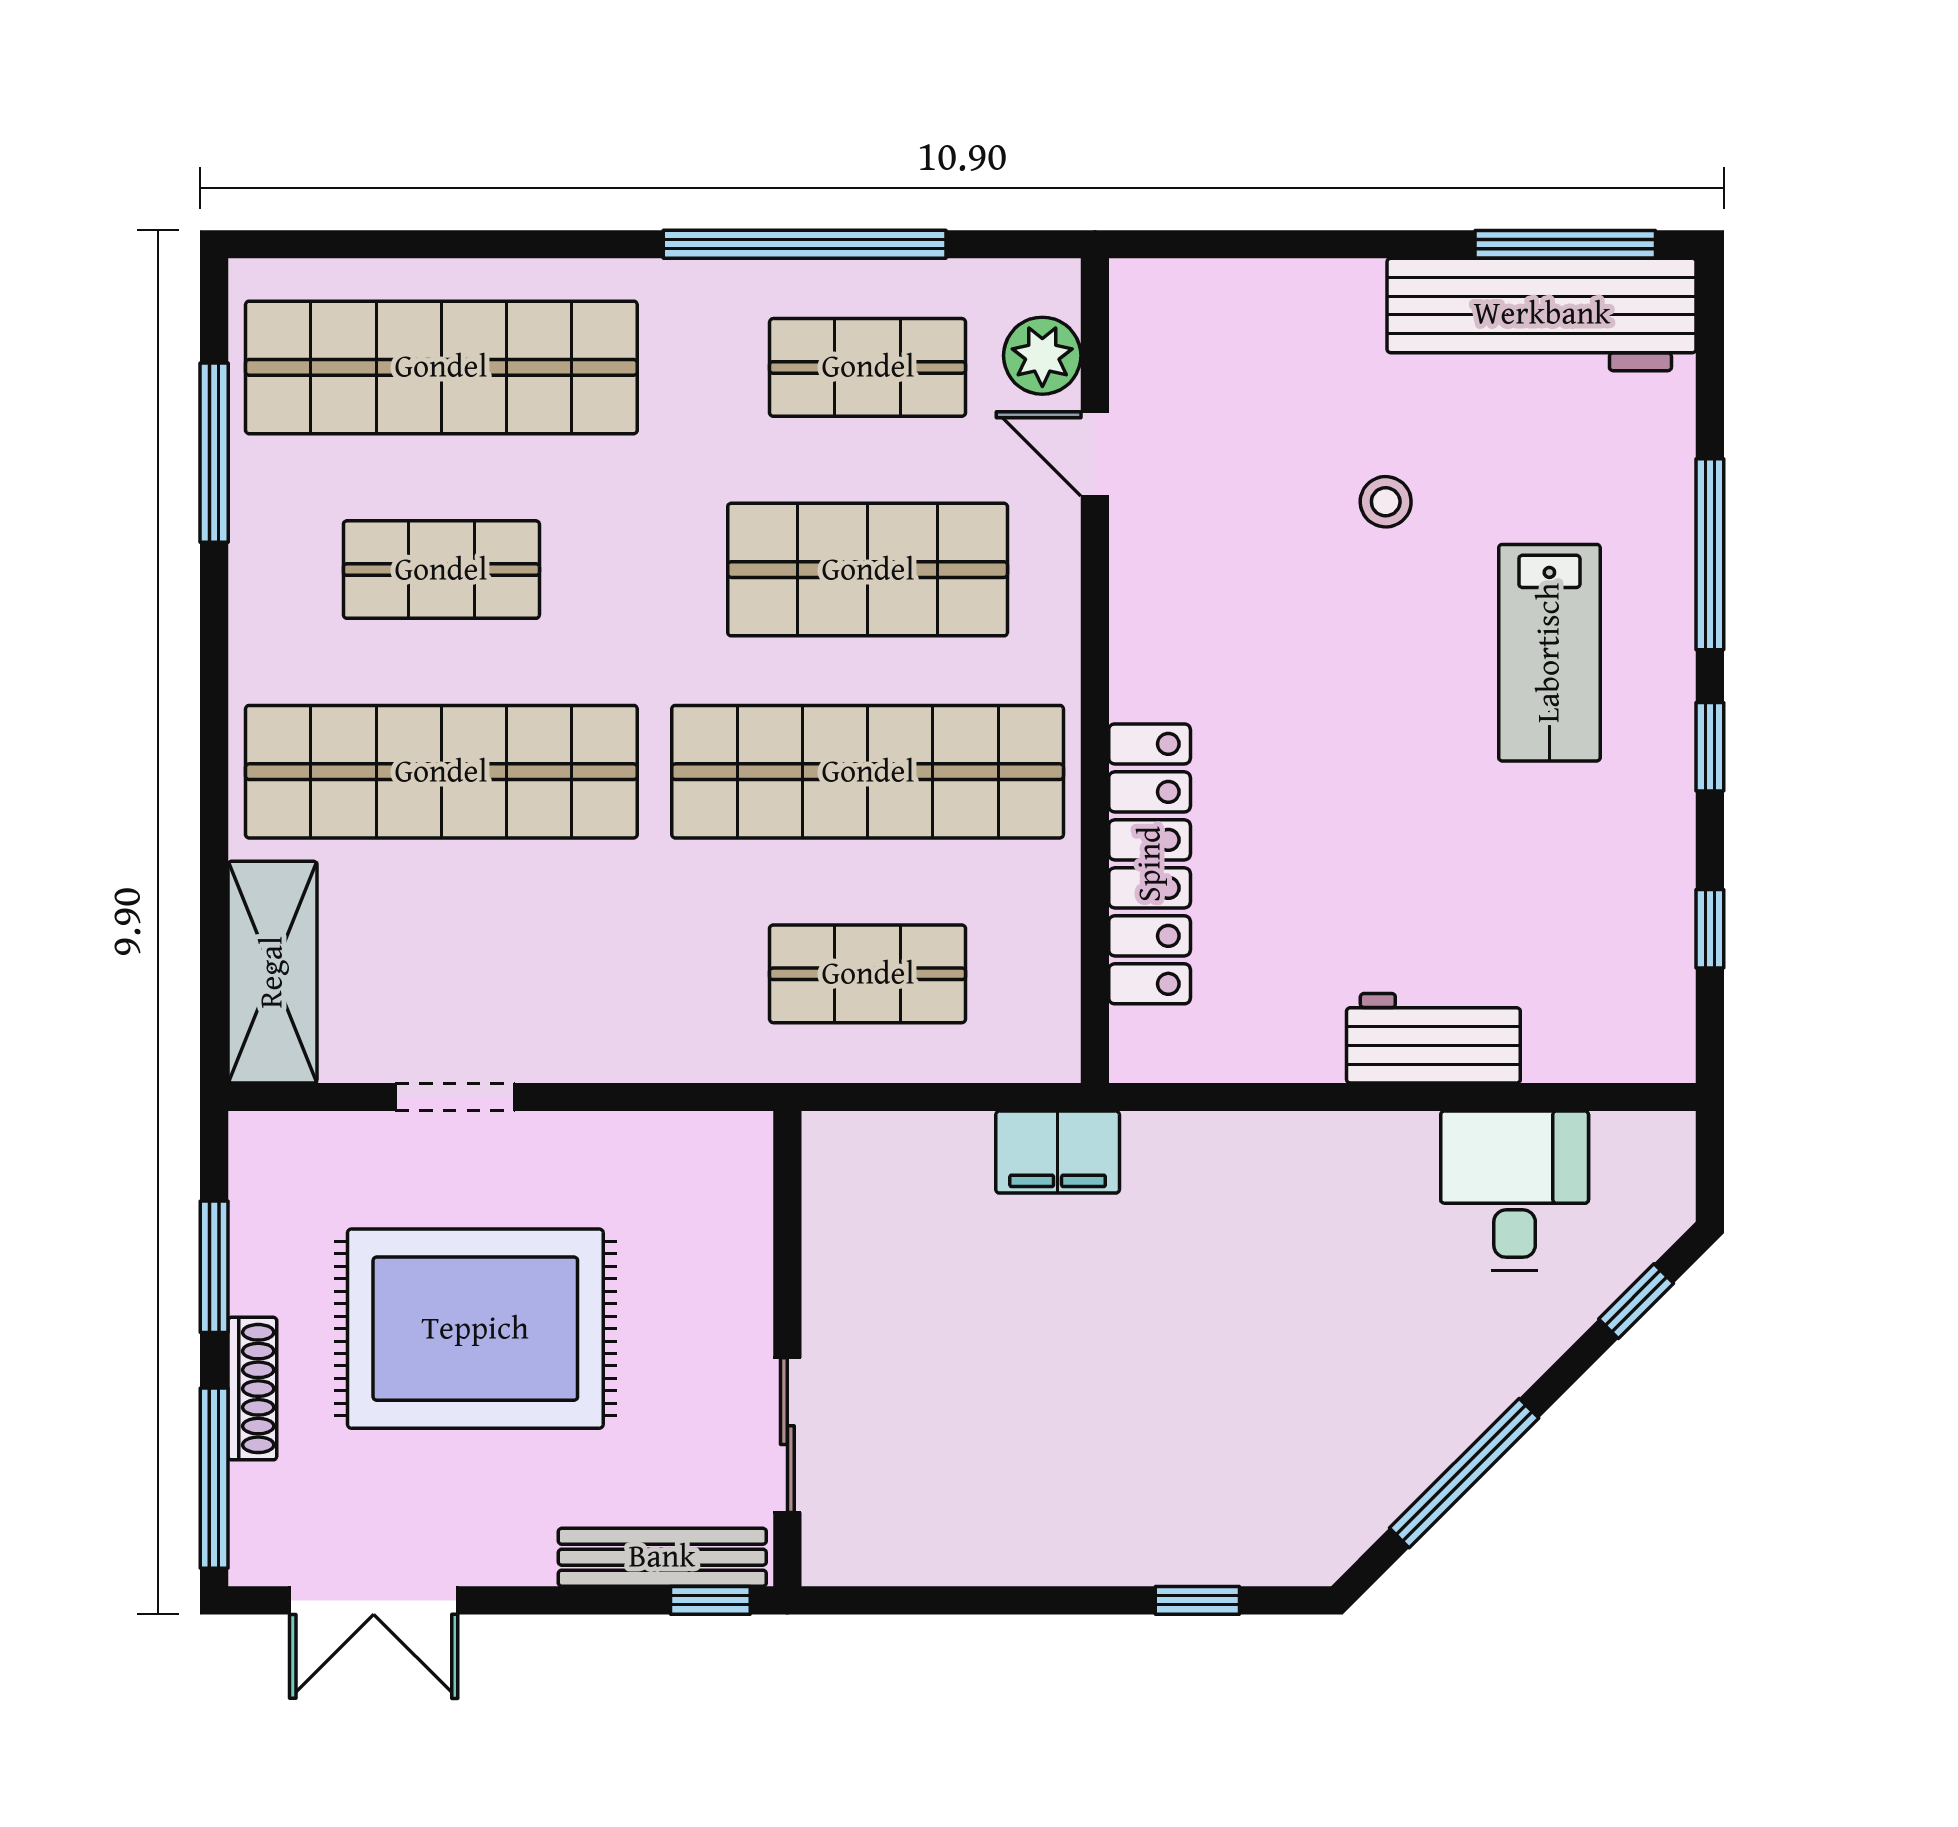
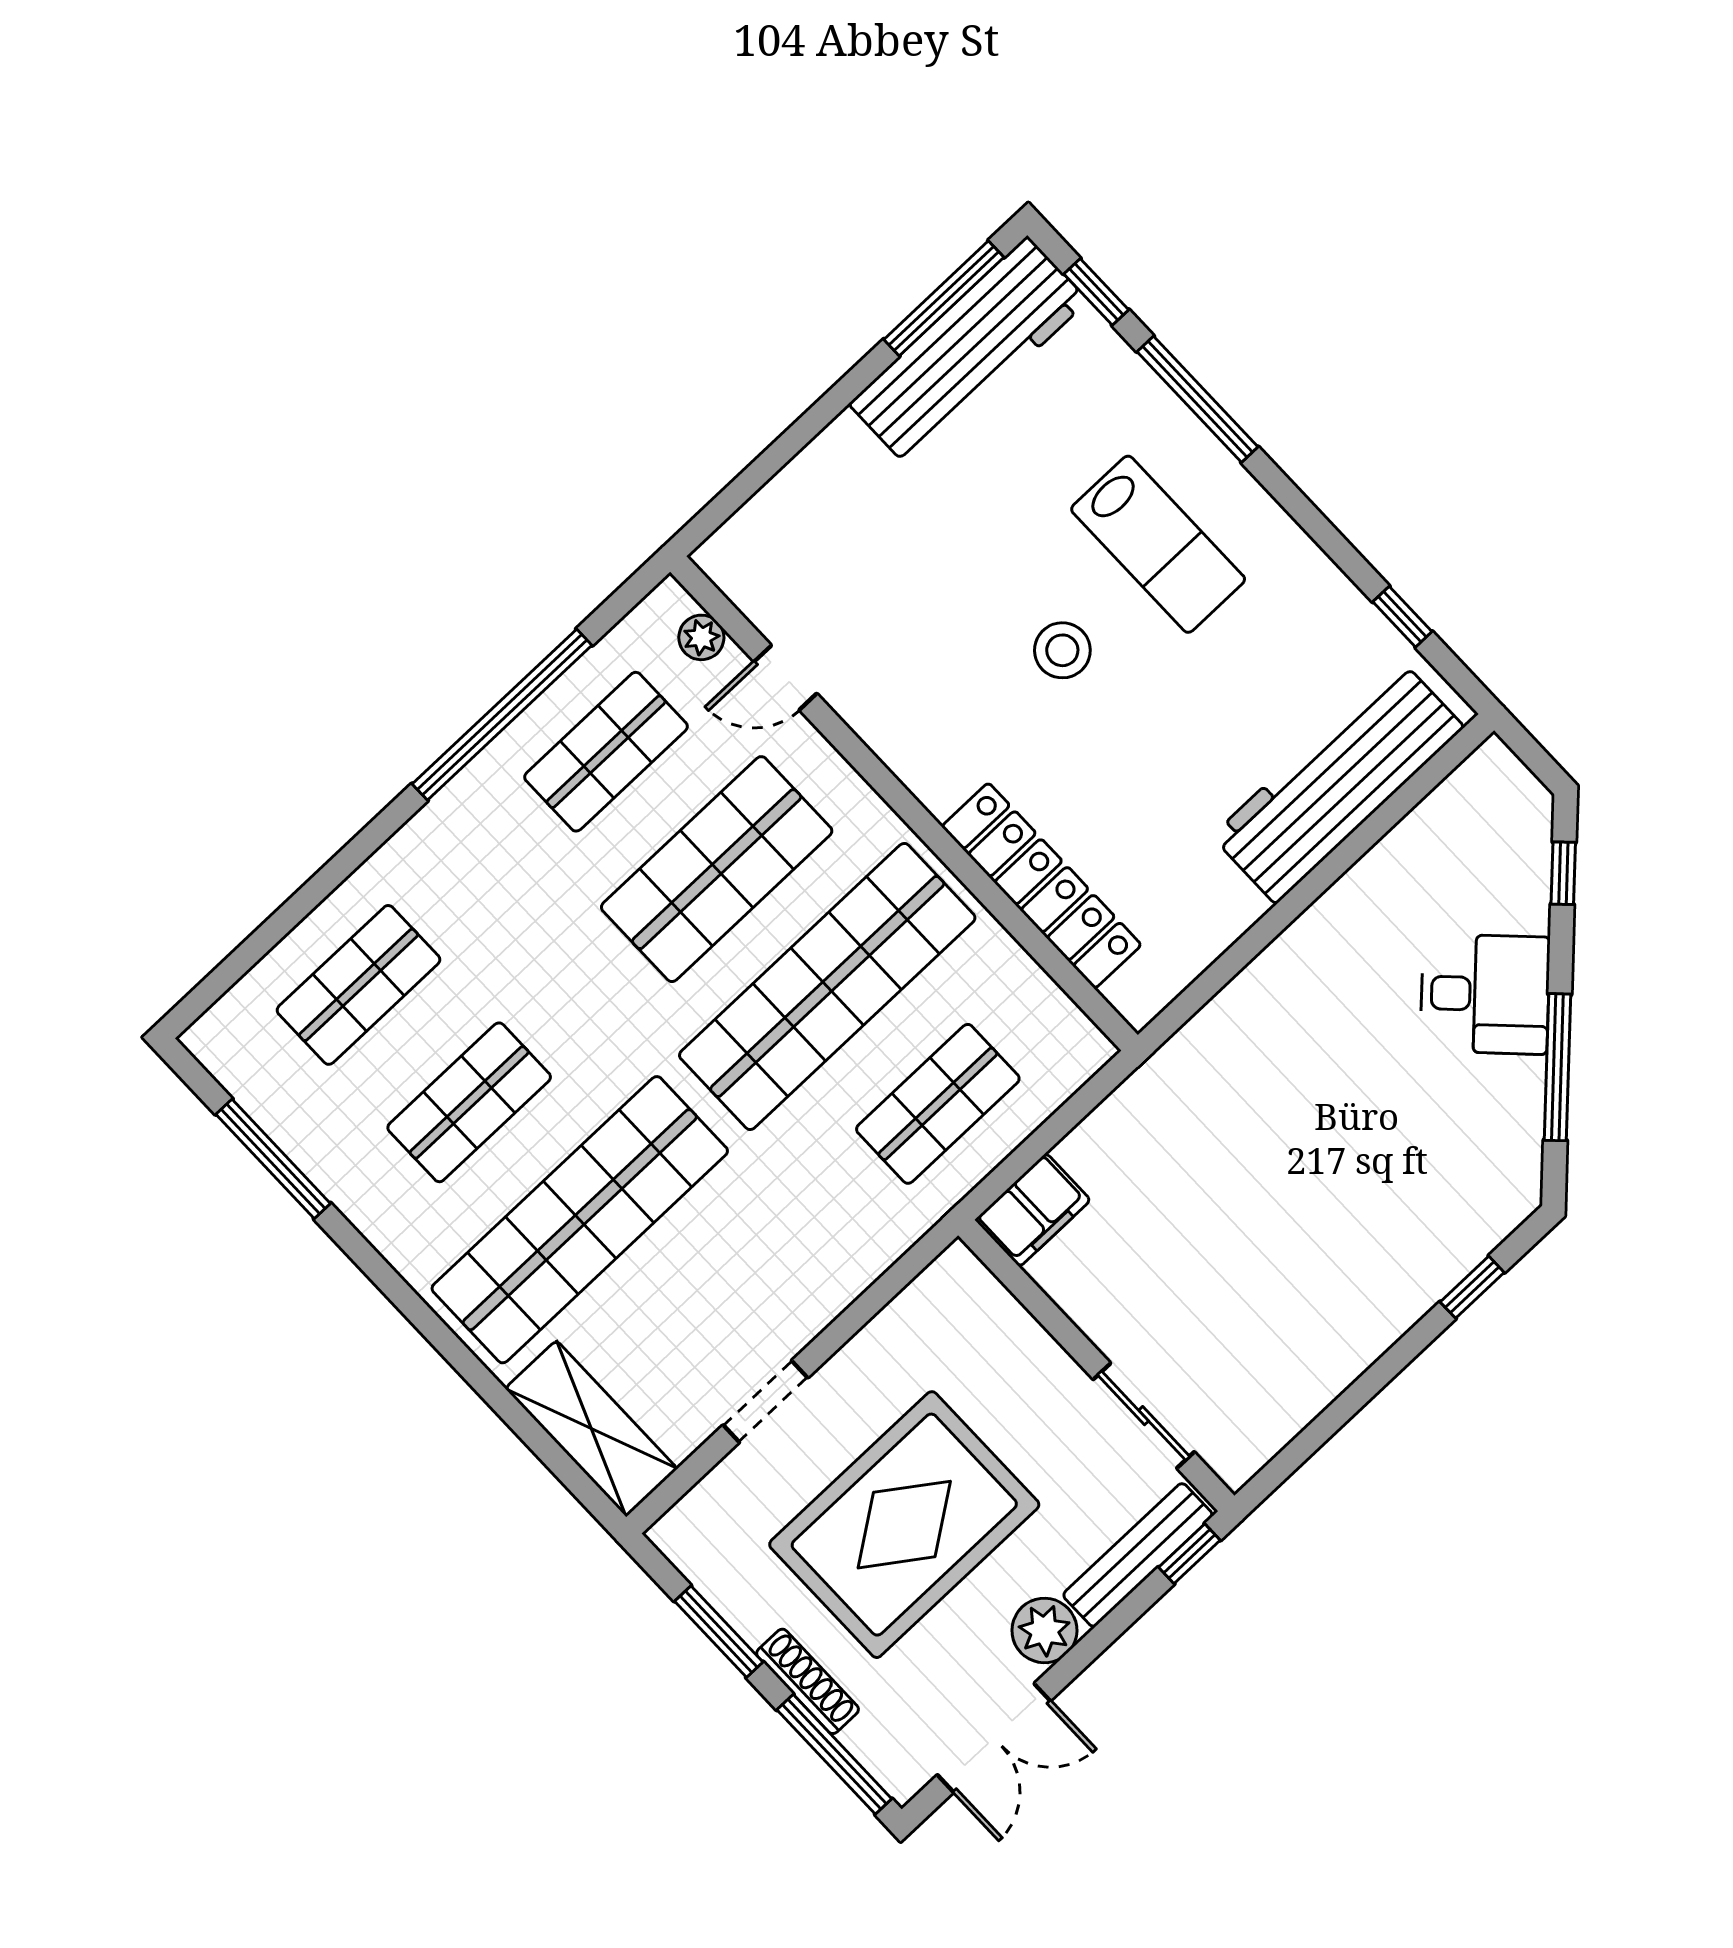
plant: (1042, 356) -> (701, 637), width x0.73, depth x0.73
shop shelf: (441, 367) -> (359, 985), width x0.50, depth x0.74
stool: (1386, 502) -> (1062, 650), moved, width x1.37, depth x1.37
window: (1710, 747) -> (1096, 292), moved
workbench: (1433, 1038) -> (1338, 782), width x1.88, depth x1.32
filing cabinet: (1058, 1152) -> (1033, 1210), moved
desk: (1515, 1191) -> (1485, 994), moved, turned 135
plant: (512, 1546) -> (1044, 1630), added

